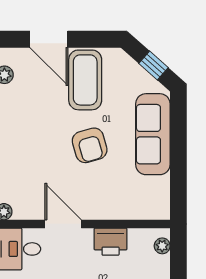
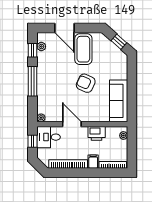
sofa: (153, 134) -> (119, 101), moved
armchair: (90, 145) -> (86, 83), turned 130

